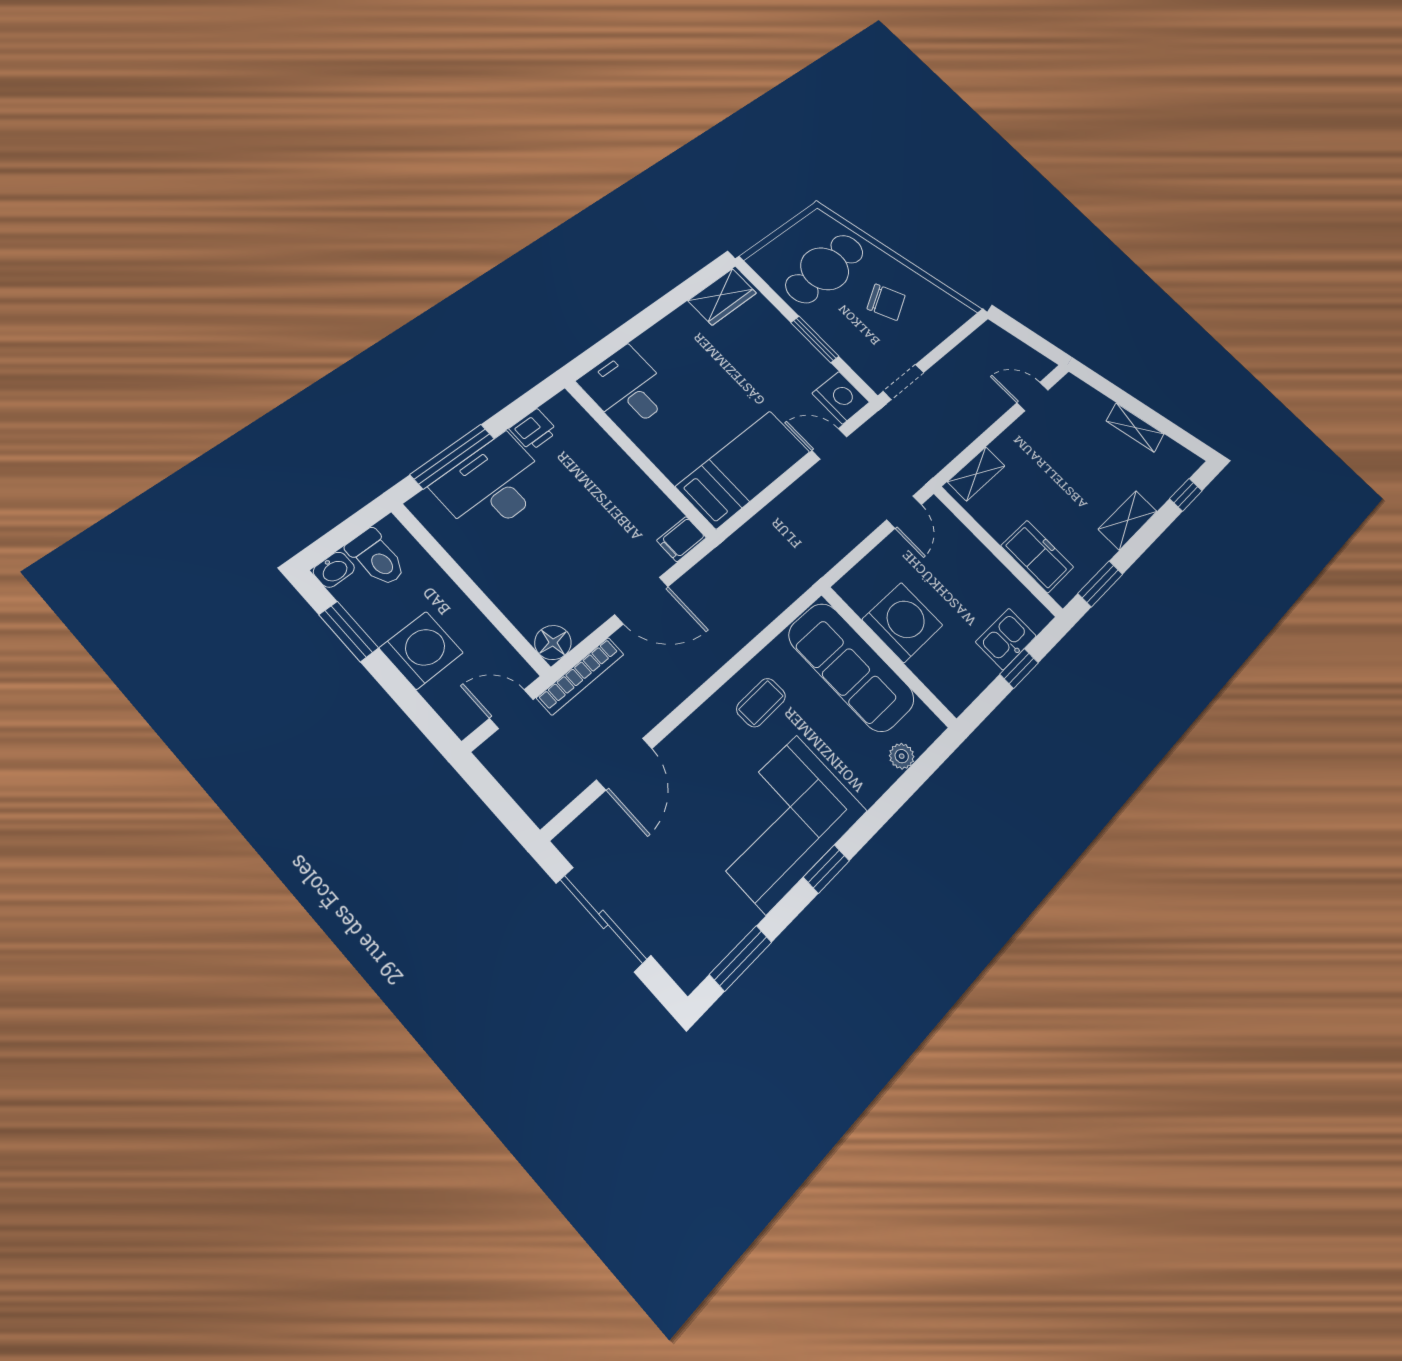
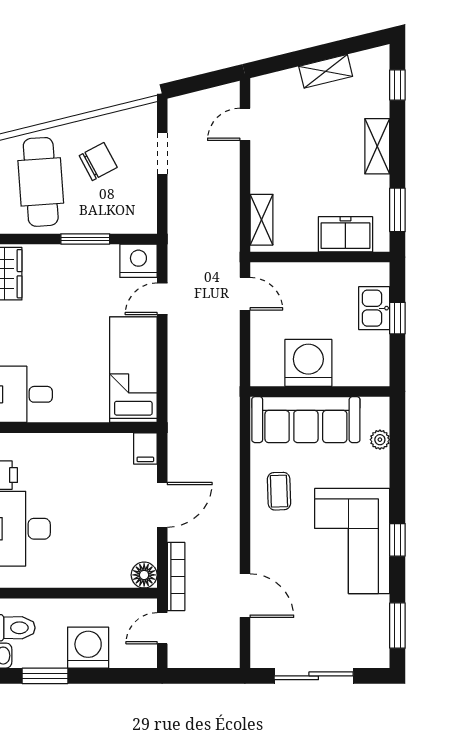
doorway: (904, 382) -> (162, 154), moved

